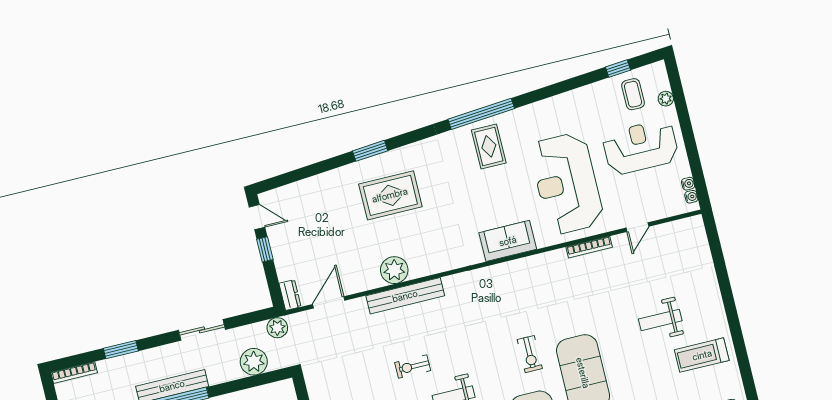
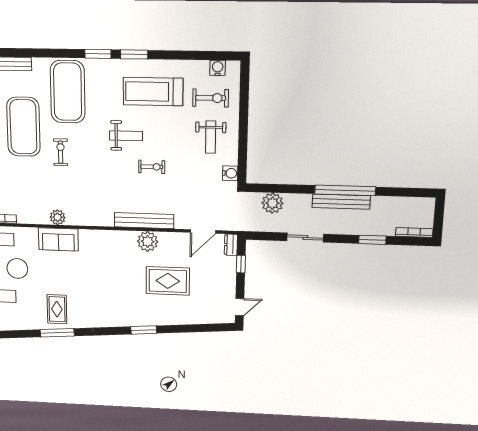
window: (481, 114) -> (57, 333), width x0.68
rug: (390, 195) -> (168, 281), moved
door: (257, 217) -> (240, 307), swing flipped
window: (265, 249) -> (241, 264), moved
plant: (277, 328) -> (58, 217), moved
water cooler: (315, 385) -> (230, 173), added

